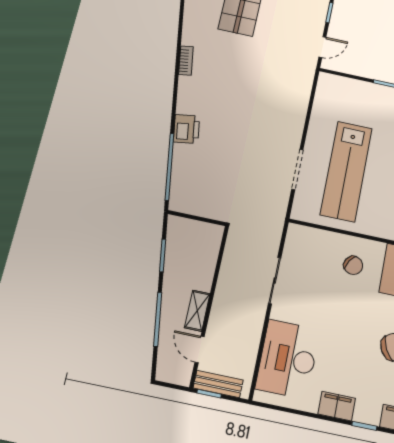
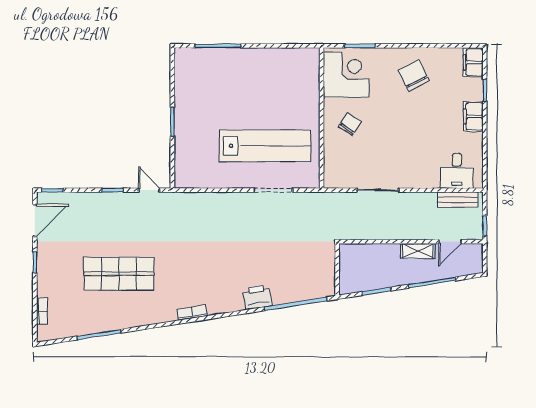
desk: (288, 359) -> (457, 171), width x0.53, depth x0.77
bench: (218, 384) -> (458, 199), moved, turned 90

